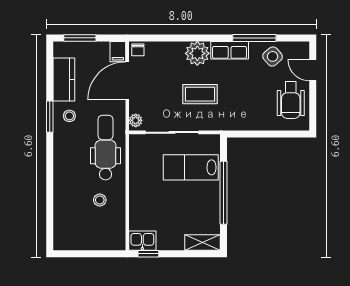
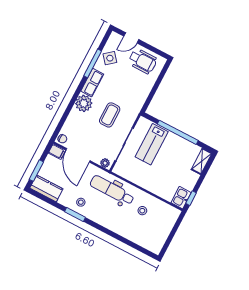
kitchen counter: (64, 80) -> (46, 188), moved

